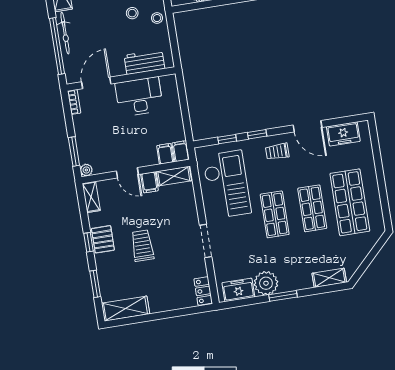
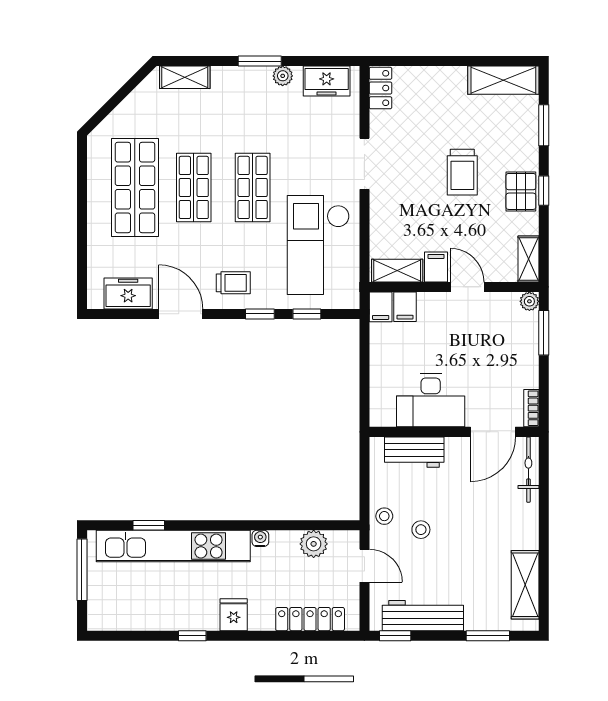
bicycle: (65, 33) -> (528, 470), moved
window: (57, 46) -> (544, 498), removed
plant: (266, 283) -> (283, 76), width x0.53, depth x0.53

